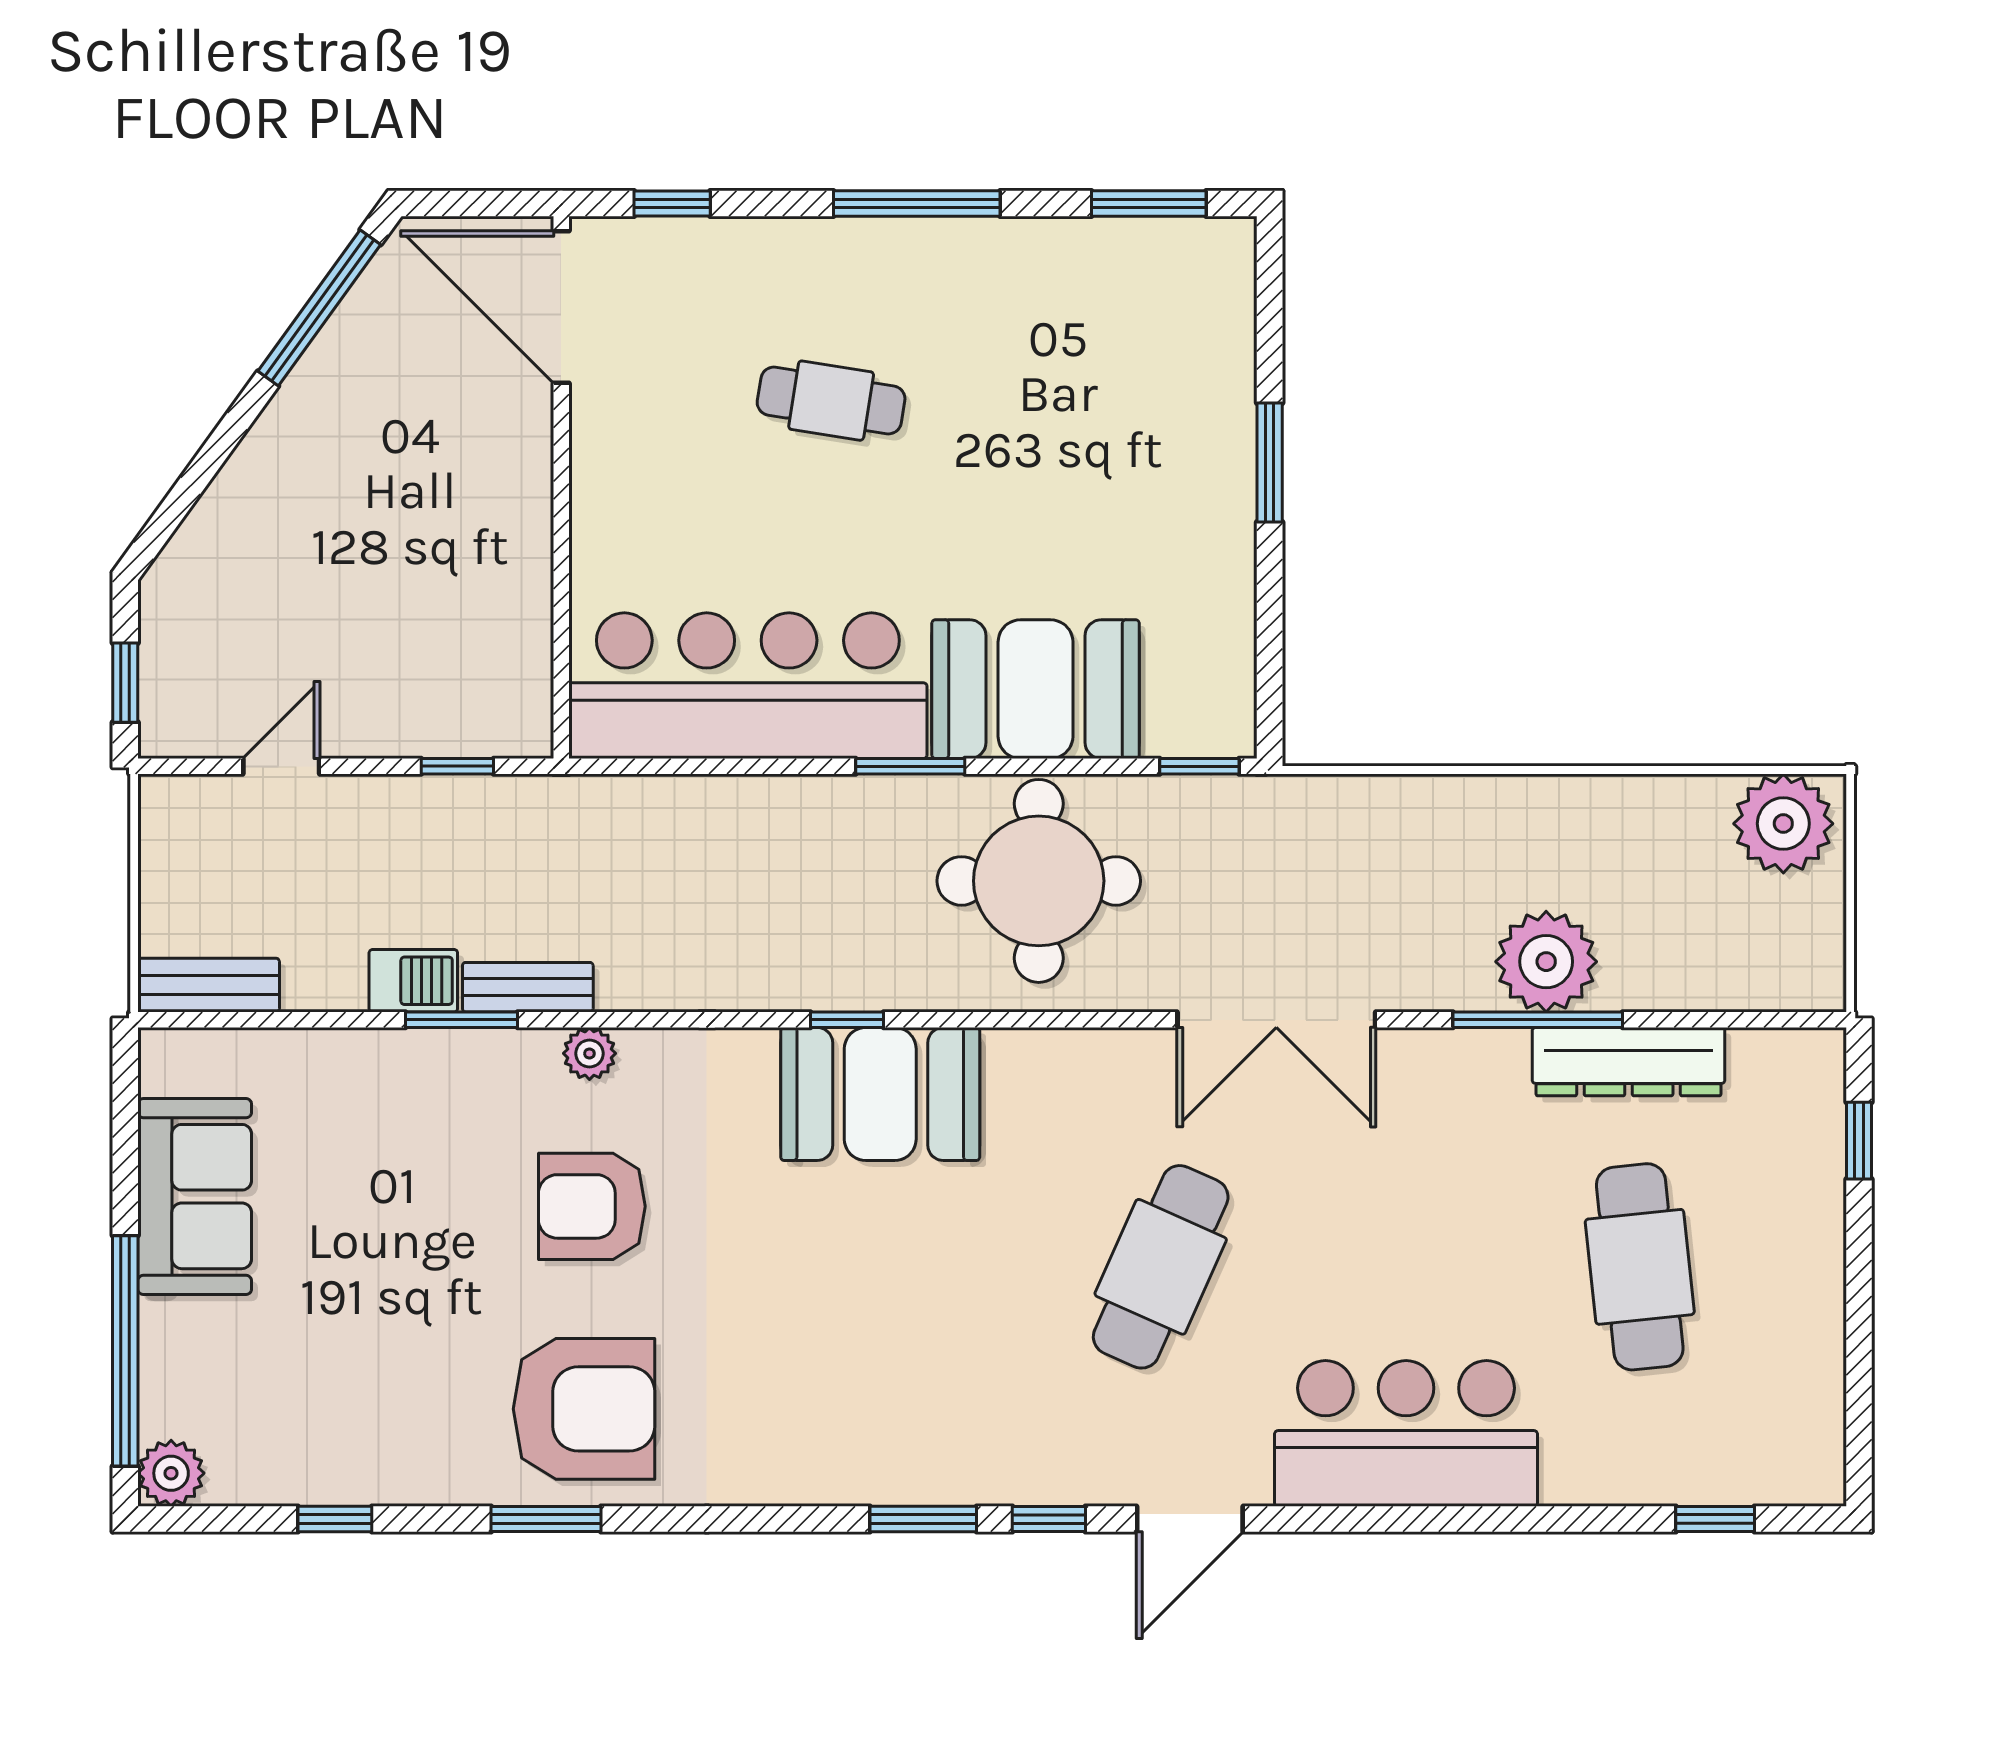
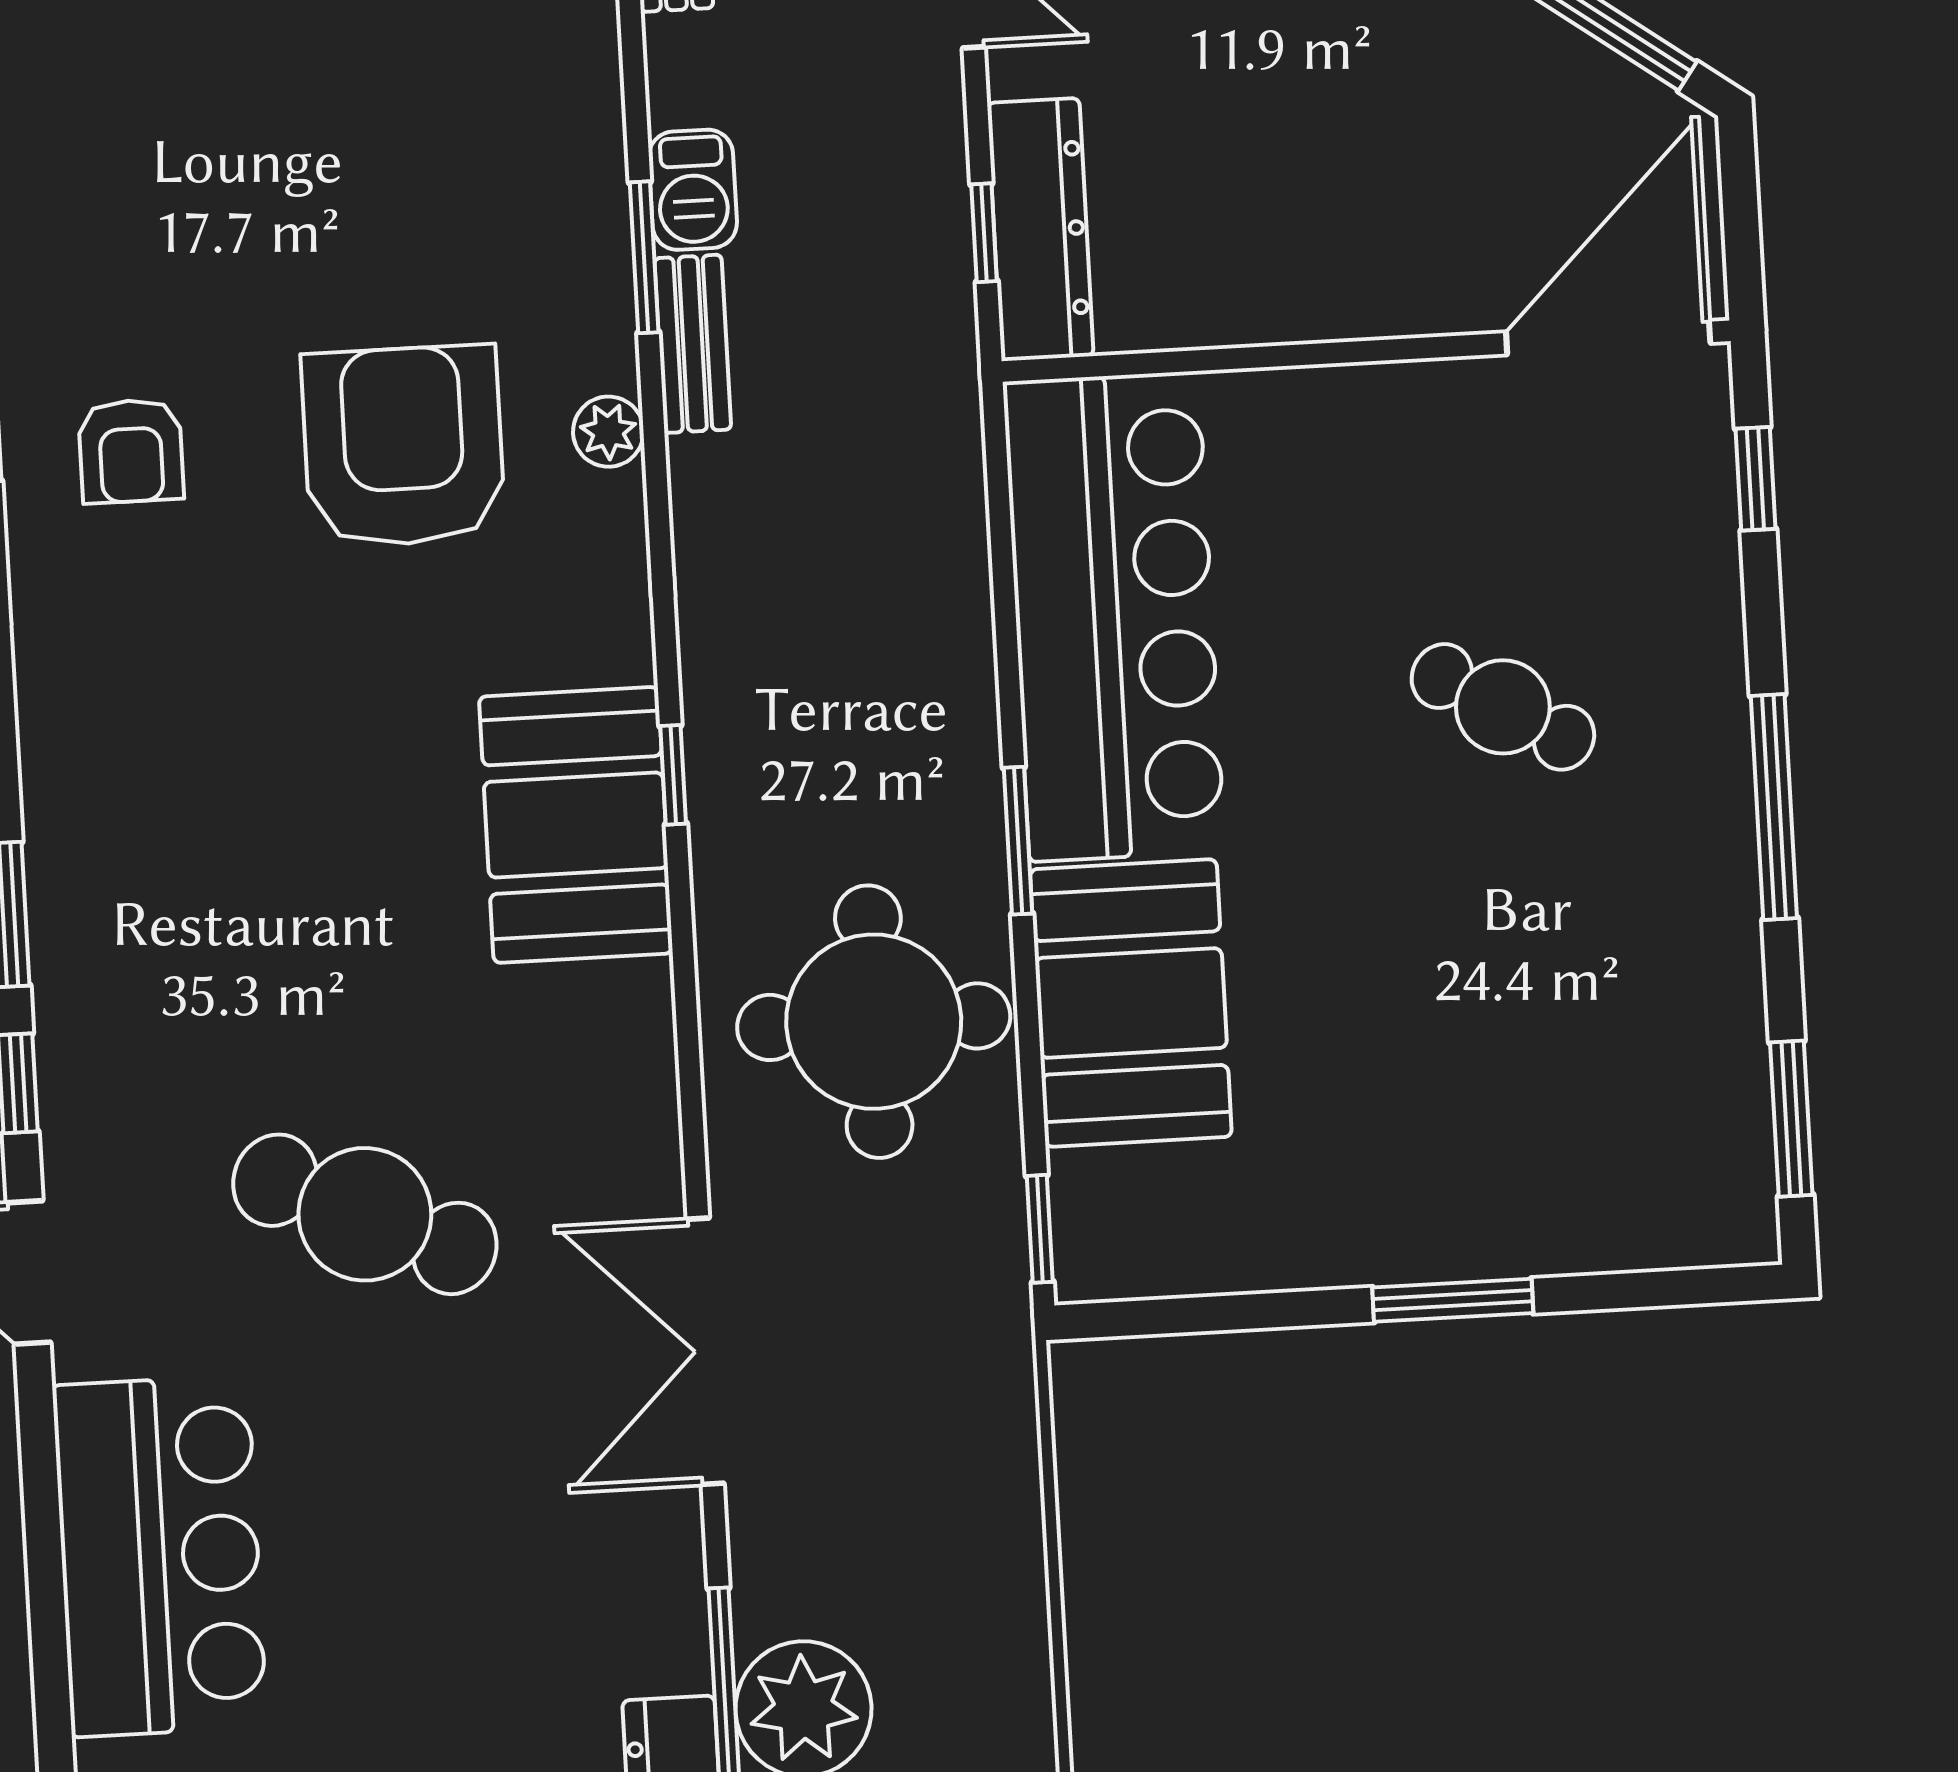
cafe table: (831, 401) -> (1503, 707), turned -69
dresser: (457, 724) -> (1040, 230), added
armchair: (592, 1206) -> (403, 446), width x1.36, depth x1.36
armchair: (584, 1409) -> (131, 451), width x0.53, depth x0.53

